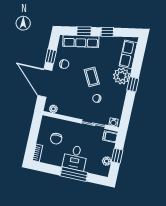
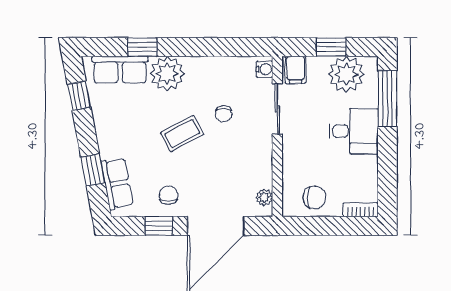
window: (107, 32) -> (79, 96), moved
row of seats: (81, 41) -> (117, 184), width x0.68
window: (133, 84) -> (142, 47), moved
chair: (56, 139) -> (315, 197), moved
plant: (107, 161) -> (346, 74), width x1.88, depth x1.88
window: (74, 174) -> (387, 98), moved

